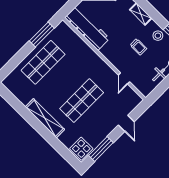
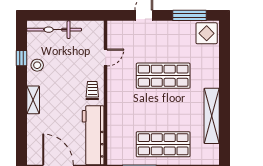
trolley: (138, 47) -> (92, 91), moved
shelving: (45, 118) -> (212, 116), moved

